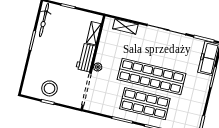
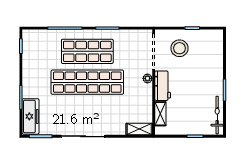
shelving: (125, 27) -> (139, 129), moved
stool: (49, 88) -> (179, 48), moved

